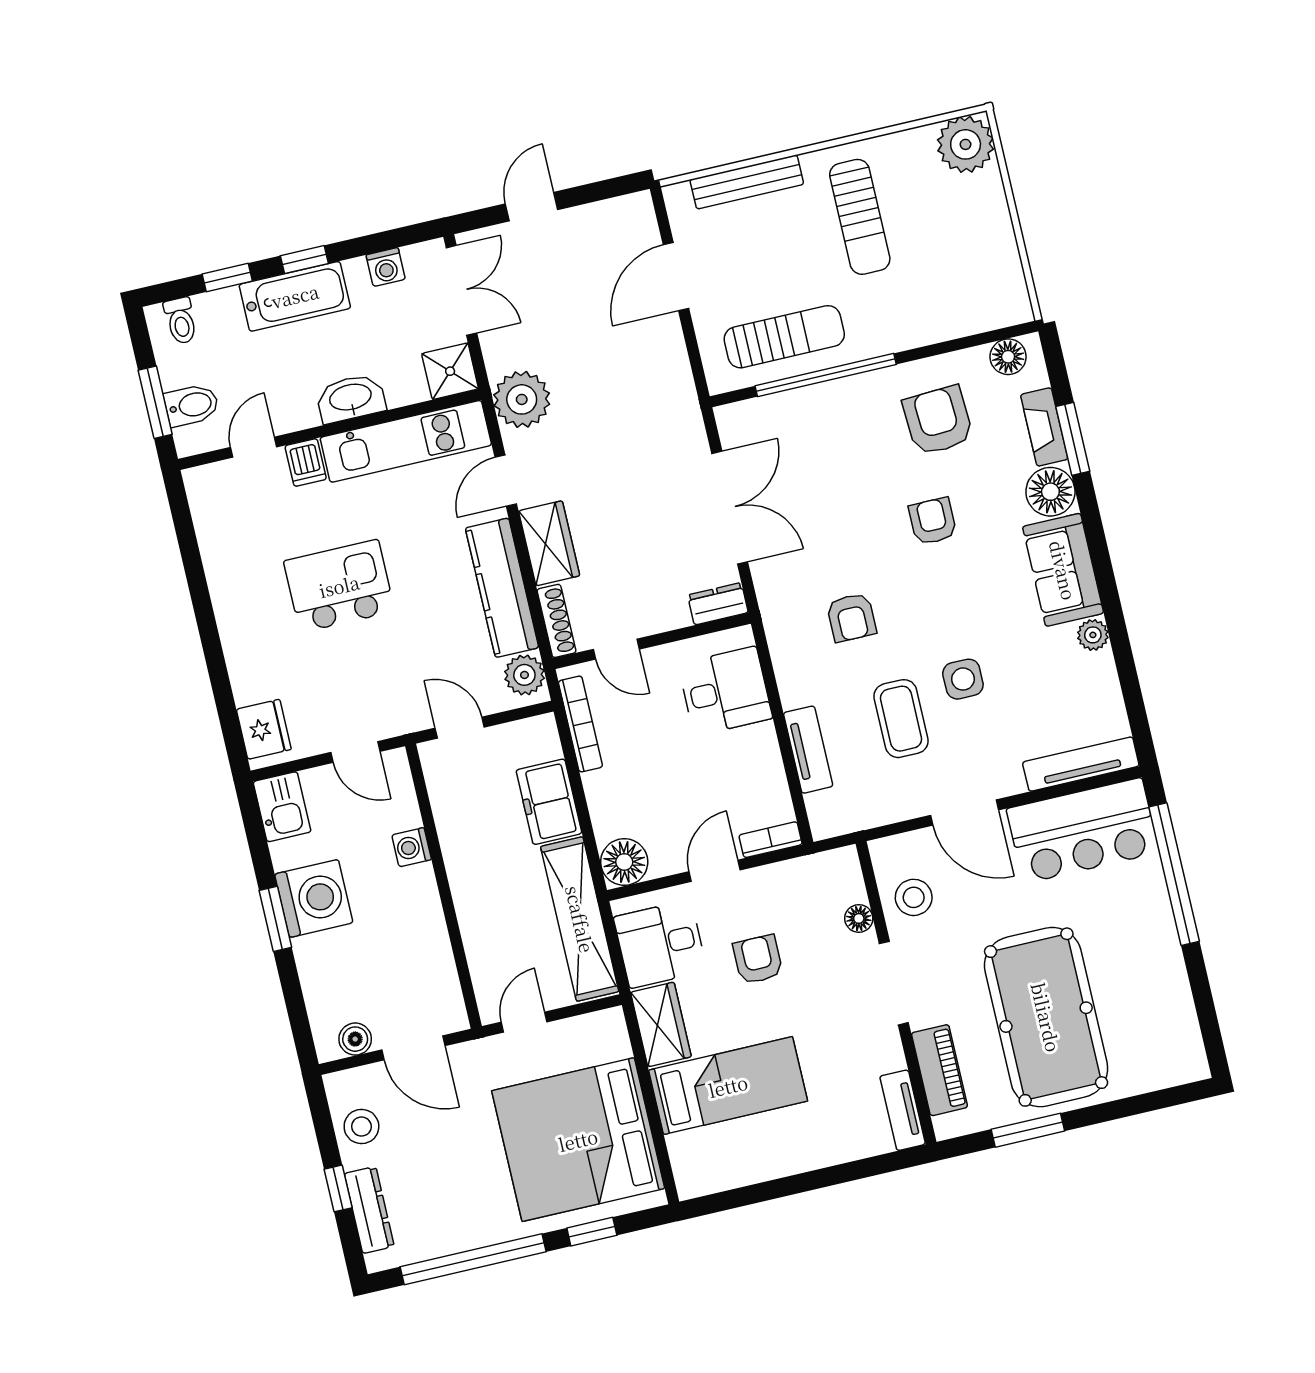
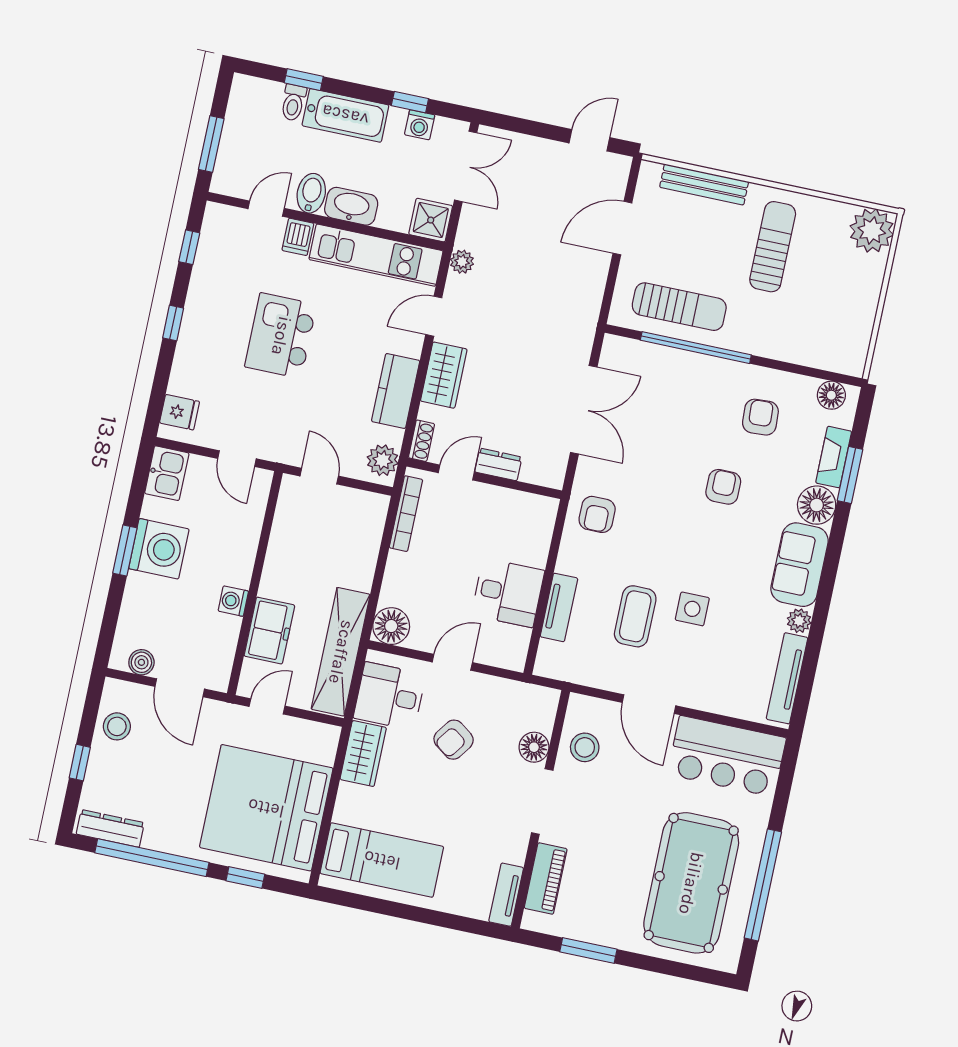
door: (532, 207) -> (589, 140), moved
sun lounger: (860, 217) -> (773, 247), turned 180
window: (304, 260) -> (410, 102), moved
toilet: (181, 321) -> (293, 103), moved
plant: (522, 399) -> (462, 262), width x0.53, depth x0.53
bidet: (192, 405) -> (311, 193), moved, turned -90
armchair: (938, 420) -> (760, 417), width x0.72, depth x0.72
window: (186, 533) -> (189, 247), added
kitchen island: (339, 586) -> (281, 336), turned -90
kitchen counter: (502, 588) -> (396, 391), width x0.67
dresser: (718, 604) -> (498, 464), moved
armchair: (851, 617) -> (597, 514), moved
shoe rack: (556, 621) -> (421, 441), width x0.70
window: (208, 630) -> (173, 323), added
door: (616, 649) -> (456, 472), swing flipped
desk: (725, 691) -> (508, 593), moved
fridge: (264, 729) -> (180, 412), width x0.72
tv unit: (1081, 764) -> (787, 678), moved, turned -90
freezer: (549, 802) -> (269, 631), moved, turned 180
bookcase: (771, 840) -> (502, 659), removed
washing machine: (412, 847) -> (233, 601), moved
window: (1174, 874) -> (763, 885), moved
floor lamp: (859, 918) -> (534, 747), width x1.37, depth x1.37
armchair: (758, 959) -> (454, 740), turned -144
pool table: (1046, 1017) -> (691, 883), moved
bed: (728, 1086) -> (382, 860), moved
dresser: (369, 1210) -> (110, 828), moved, turned -90

